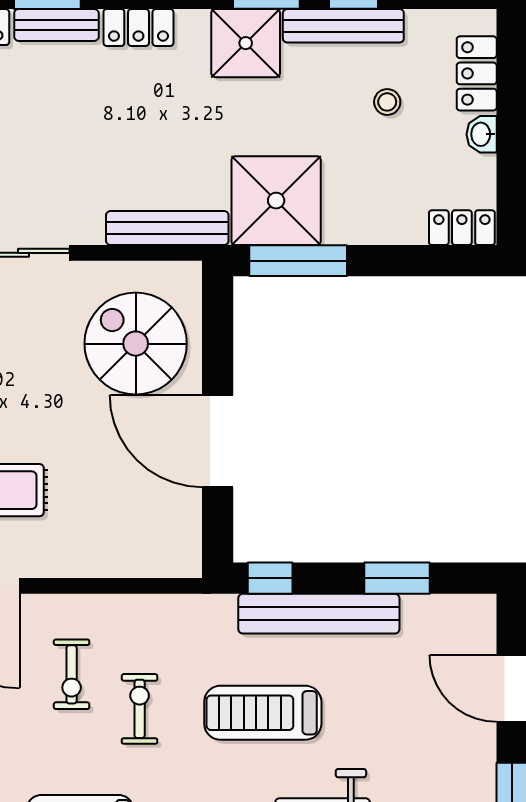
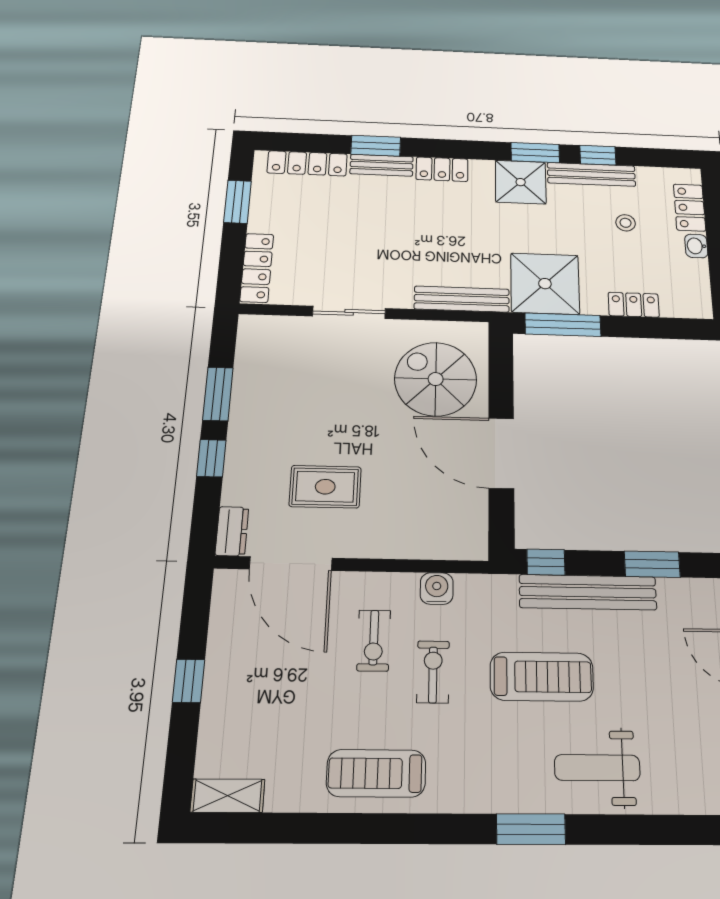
locker: (462, 228) -> (634, 305), moved
water cooler: (142, 612) -> (437, 589), added
treadmill: (263, 713) -> (542, 677), turned 180

